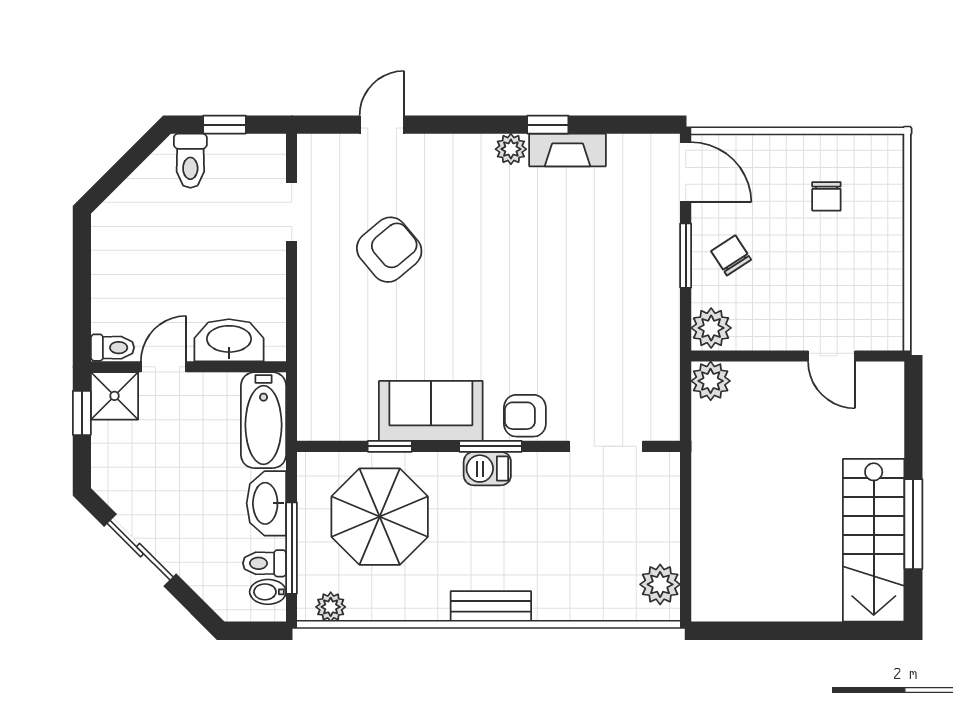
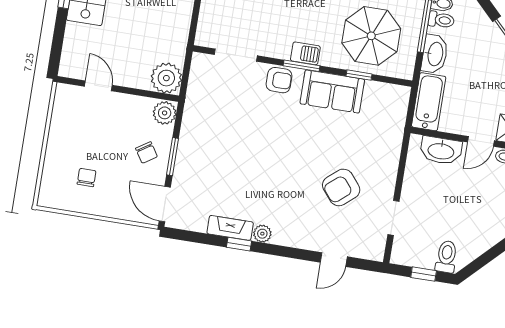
plant: (711, 381) -> (166, 78), width x1.36, depth x1.36

